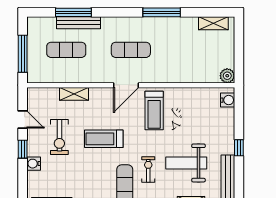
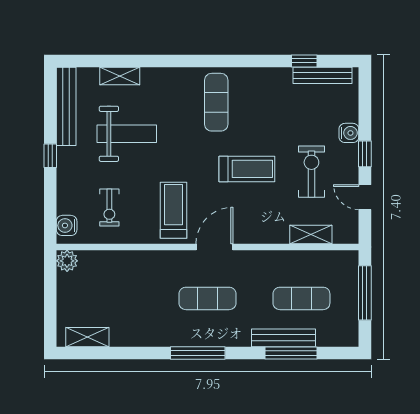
window: (162, 12) -> (198, 353), moved
shelving: (74, 94) -> (311, 235), moved
exercise bike: (148, 169) -> (109, 208), moved

